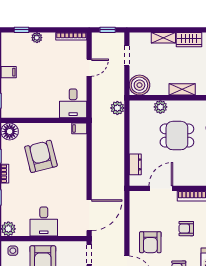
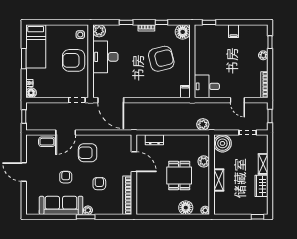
desk: (44, 221) -> (105, 57), width x1.37

